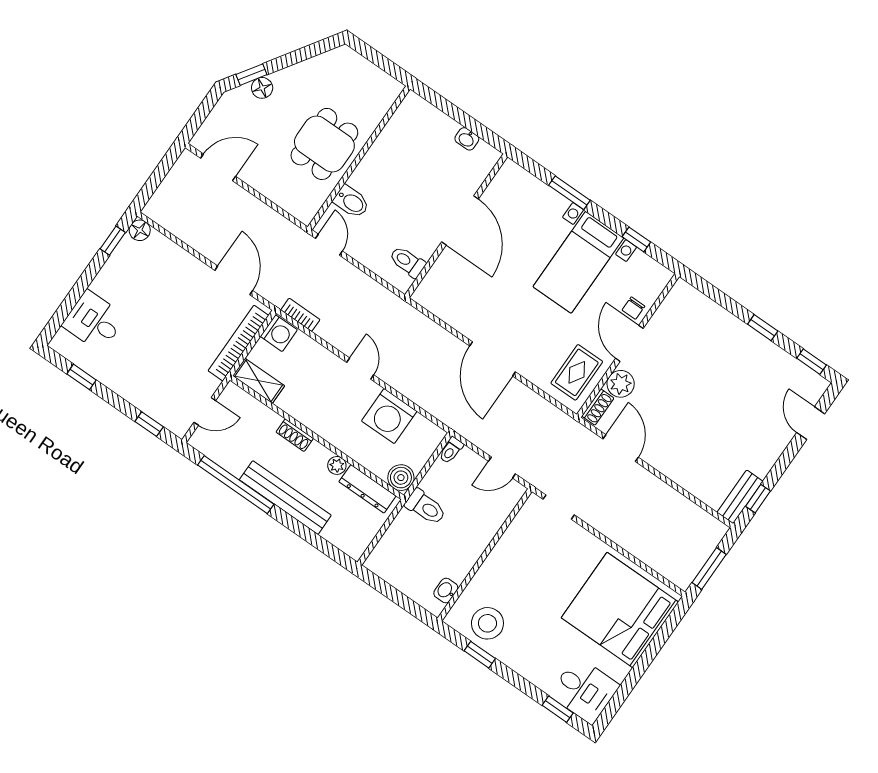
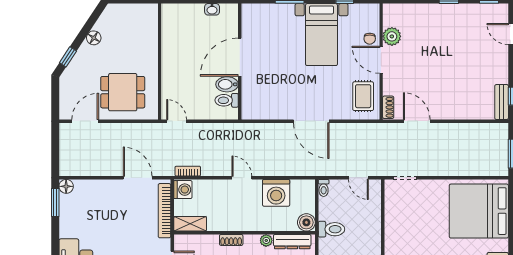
floor lamp: (262, 88) -> (94, 38), moved
dining table: (324, 144) -> (123, 92), moved, turned 90
bidet: (351, 202) -> (227, 84), moved, turned 180
door: (460, 220) -> (240, 57), swing flipped
window: (113, 241) -> (55, 202), width x1.50
plant: (621, 384) -> (392, 36), moved
door: (502, 467) -> (358, 178), hinge flipped

